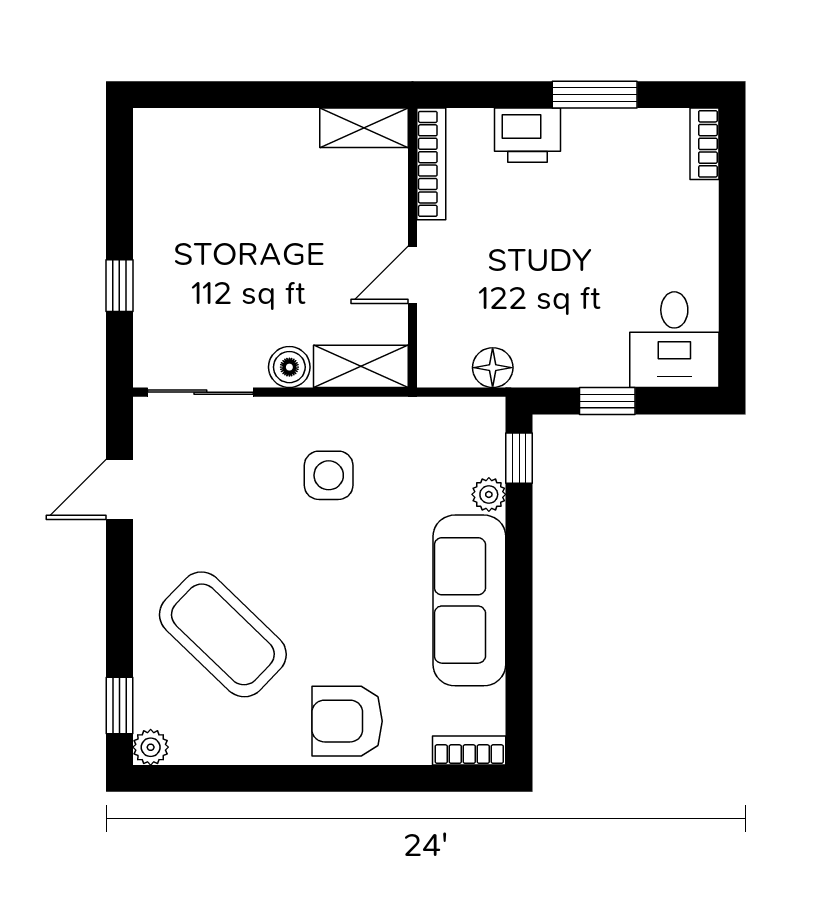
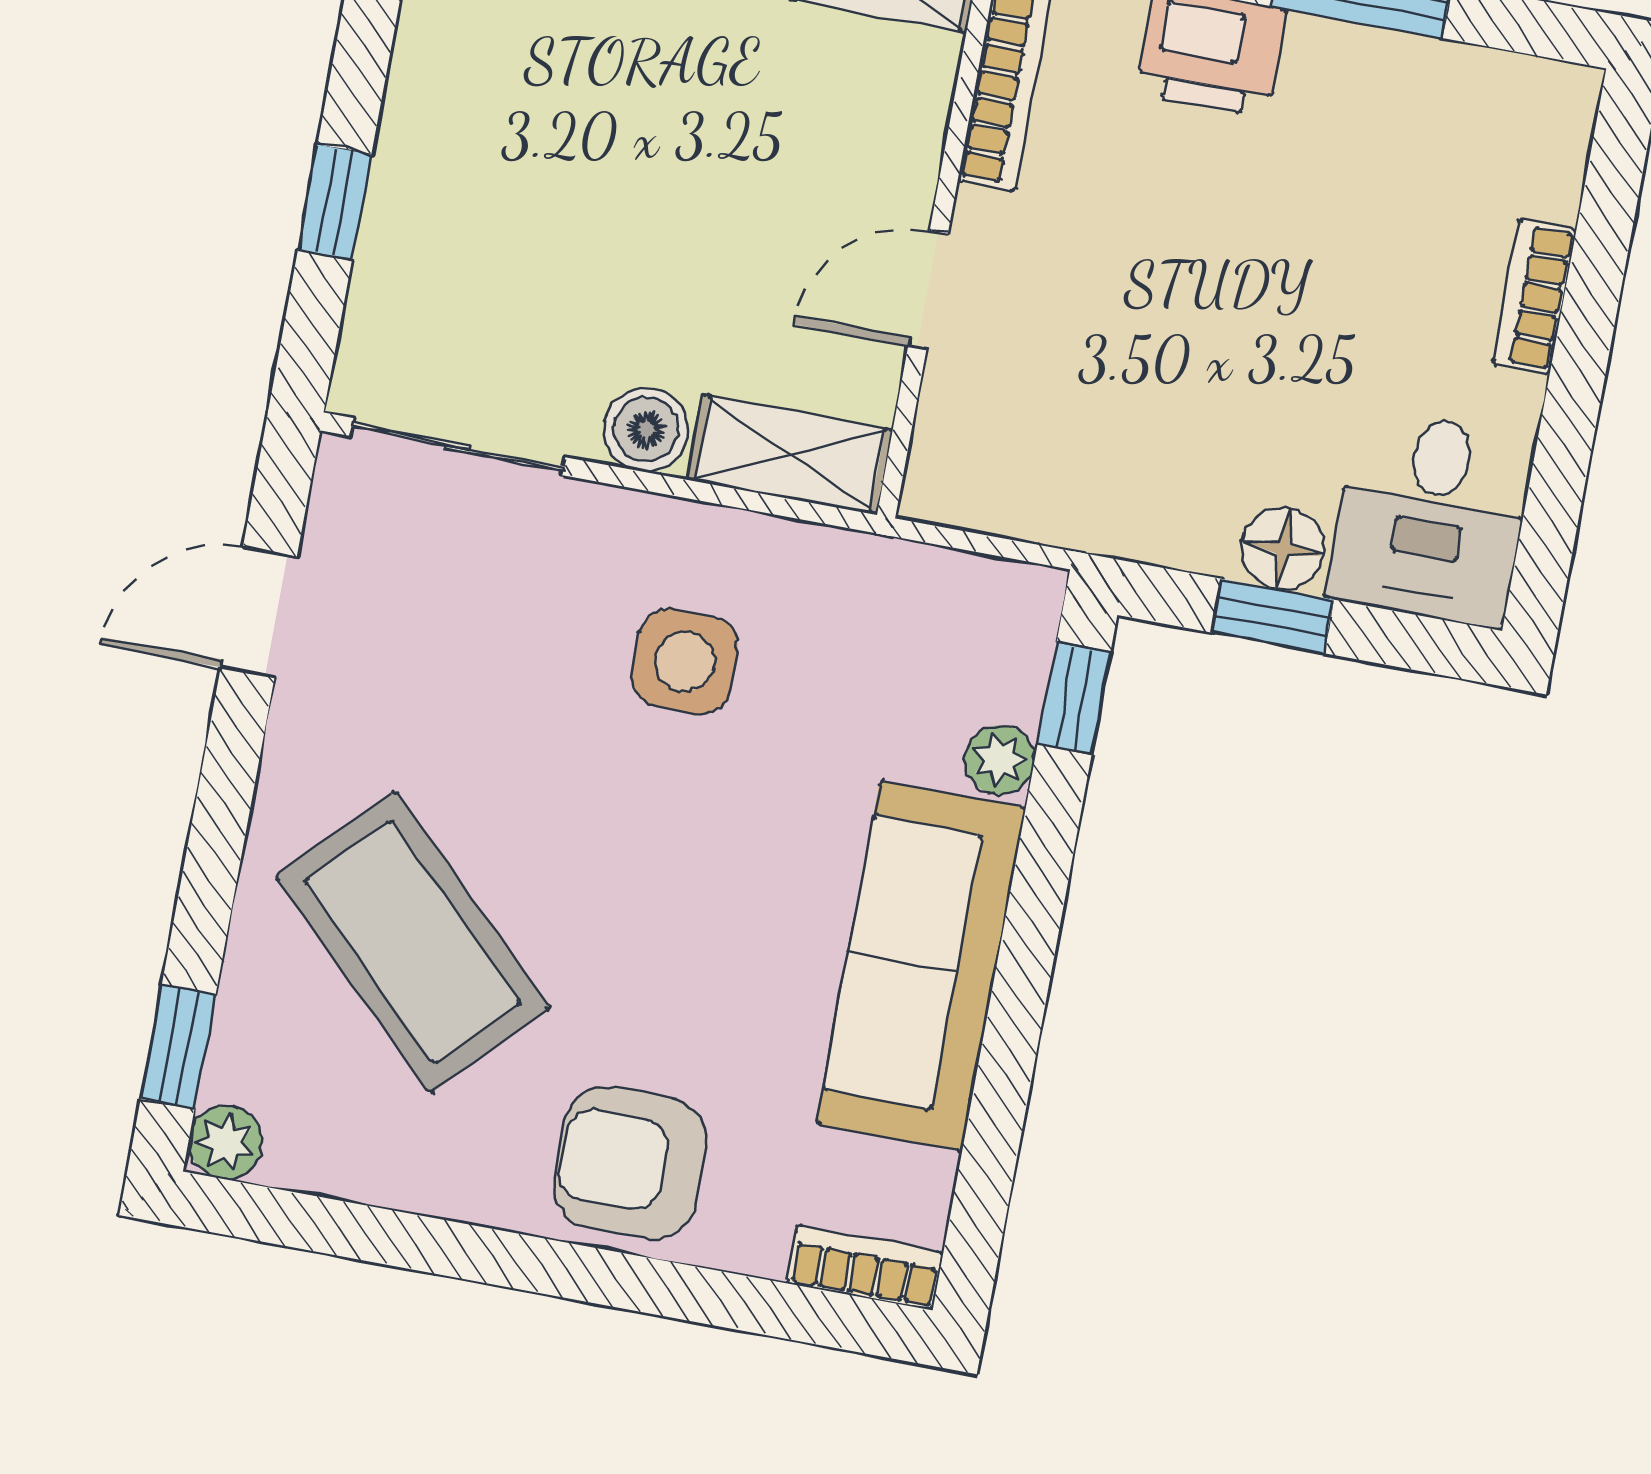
bookcase: (705, 144) -> (1534, 296), moved
floor lamp: (493, 368) -> (1283, 549), moved

